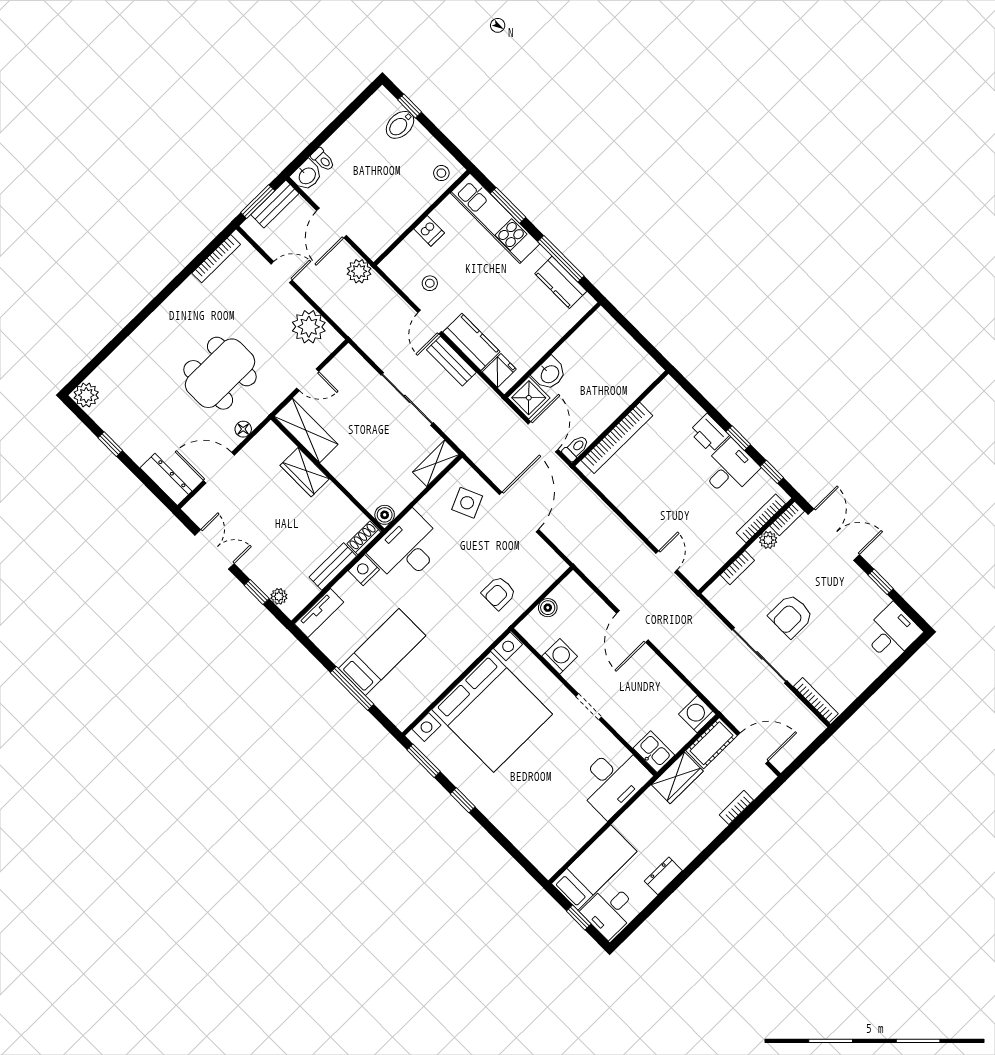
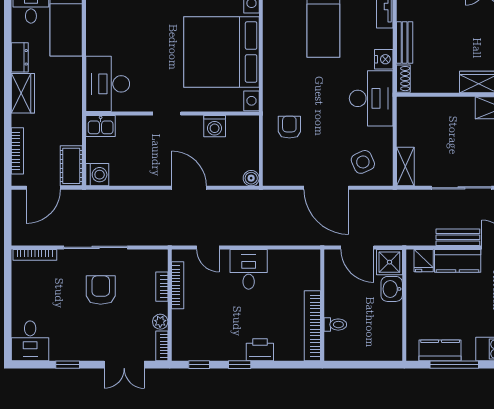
bookcase: (617, 438) -> (312, 326), moved
toilet: (576, 448) -> (335, 325), moved, turned -90
desk: (729, 469) -> (249, 269), moved, turned 180
boiler: (385, 515) -> (405, 105), removed
bookcase: (761, 518) -> (178, 285), moved
double door: (834, 535) -> (124, 365), width x0.73
boiler: (548, 608) -> (251, 178), moved
wardrobe: (677, 778) -> (23, 93), moved, turned 180
bookcase: (736, 807) -> (17, 151), width x1.56

